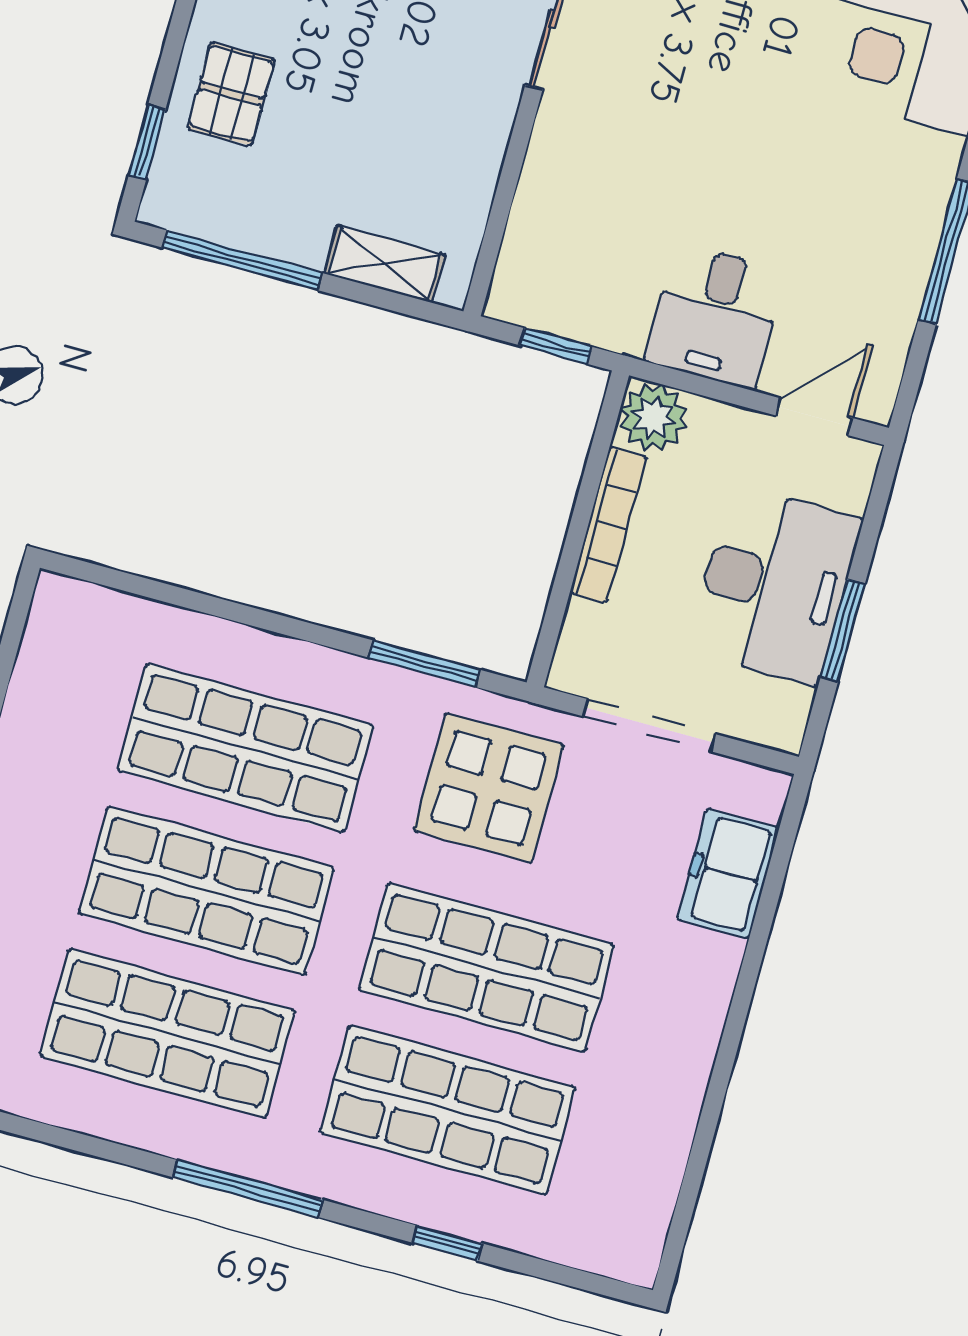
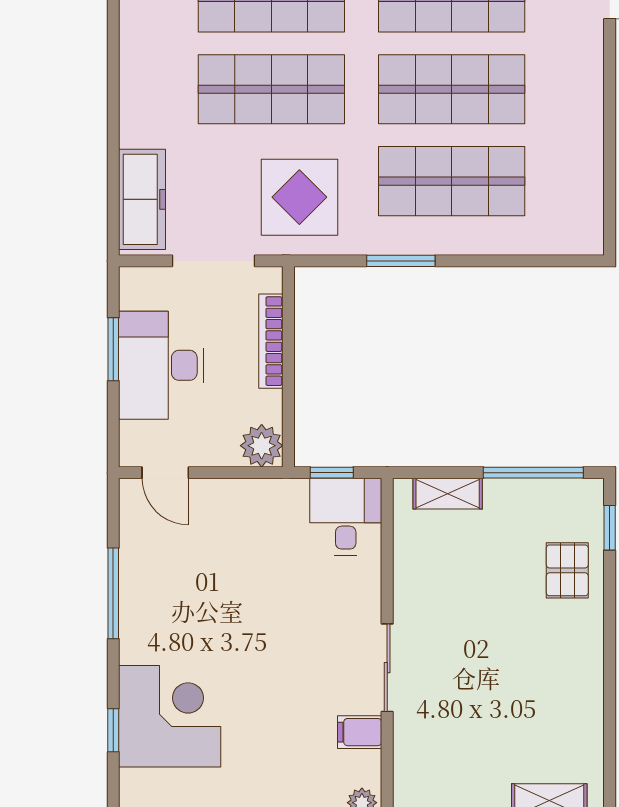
desk: (715, 316) -> (346, 517), moved
door: (814, 417) -> (165, 473), hinge flipped
bookcase: (608, 525) -> (271, 341), moved
window: (425, 664) -> (401, 261), moved
freezer: (728, 874) -> (142, 199), width x1.40

